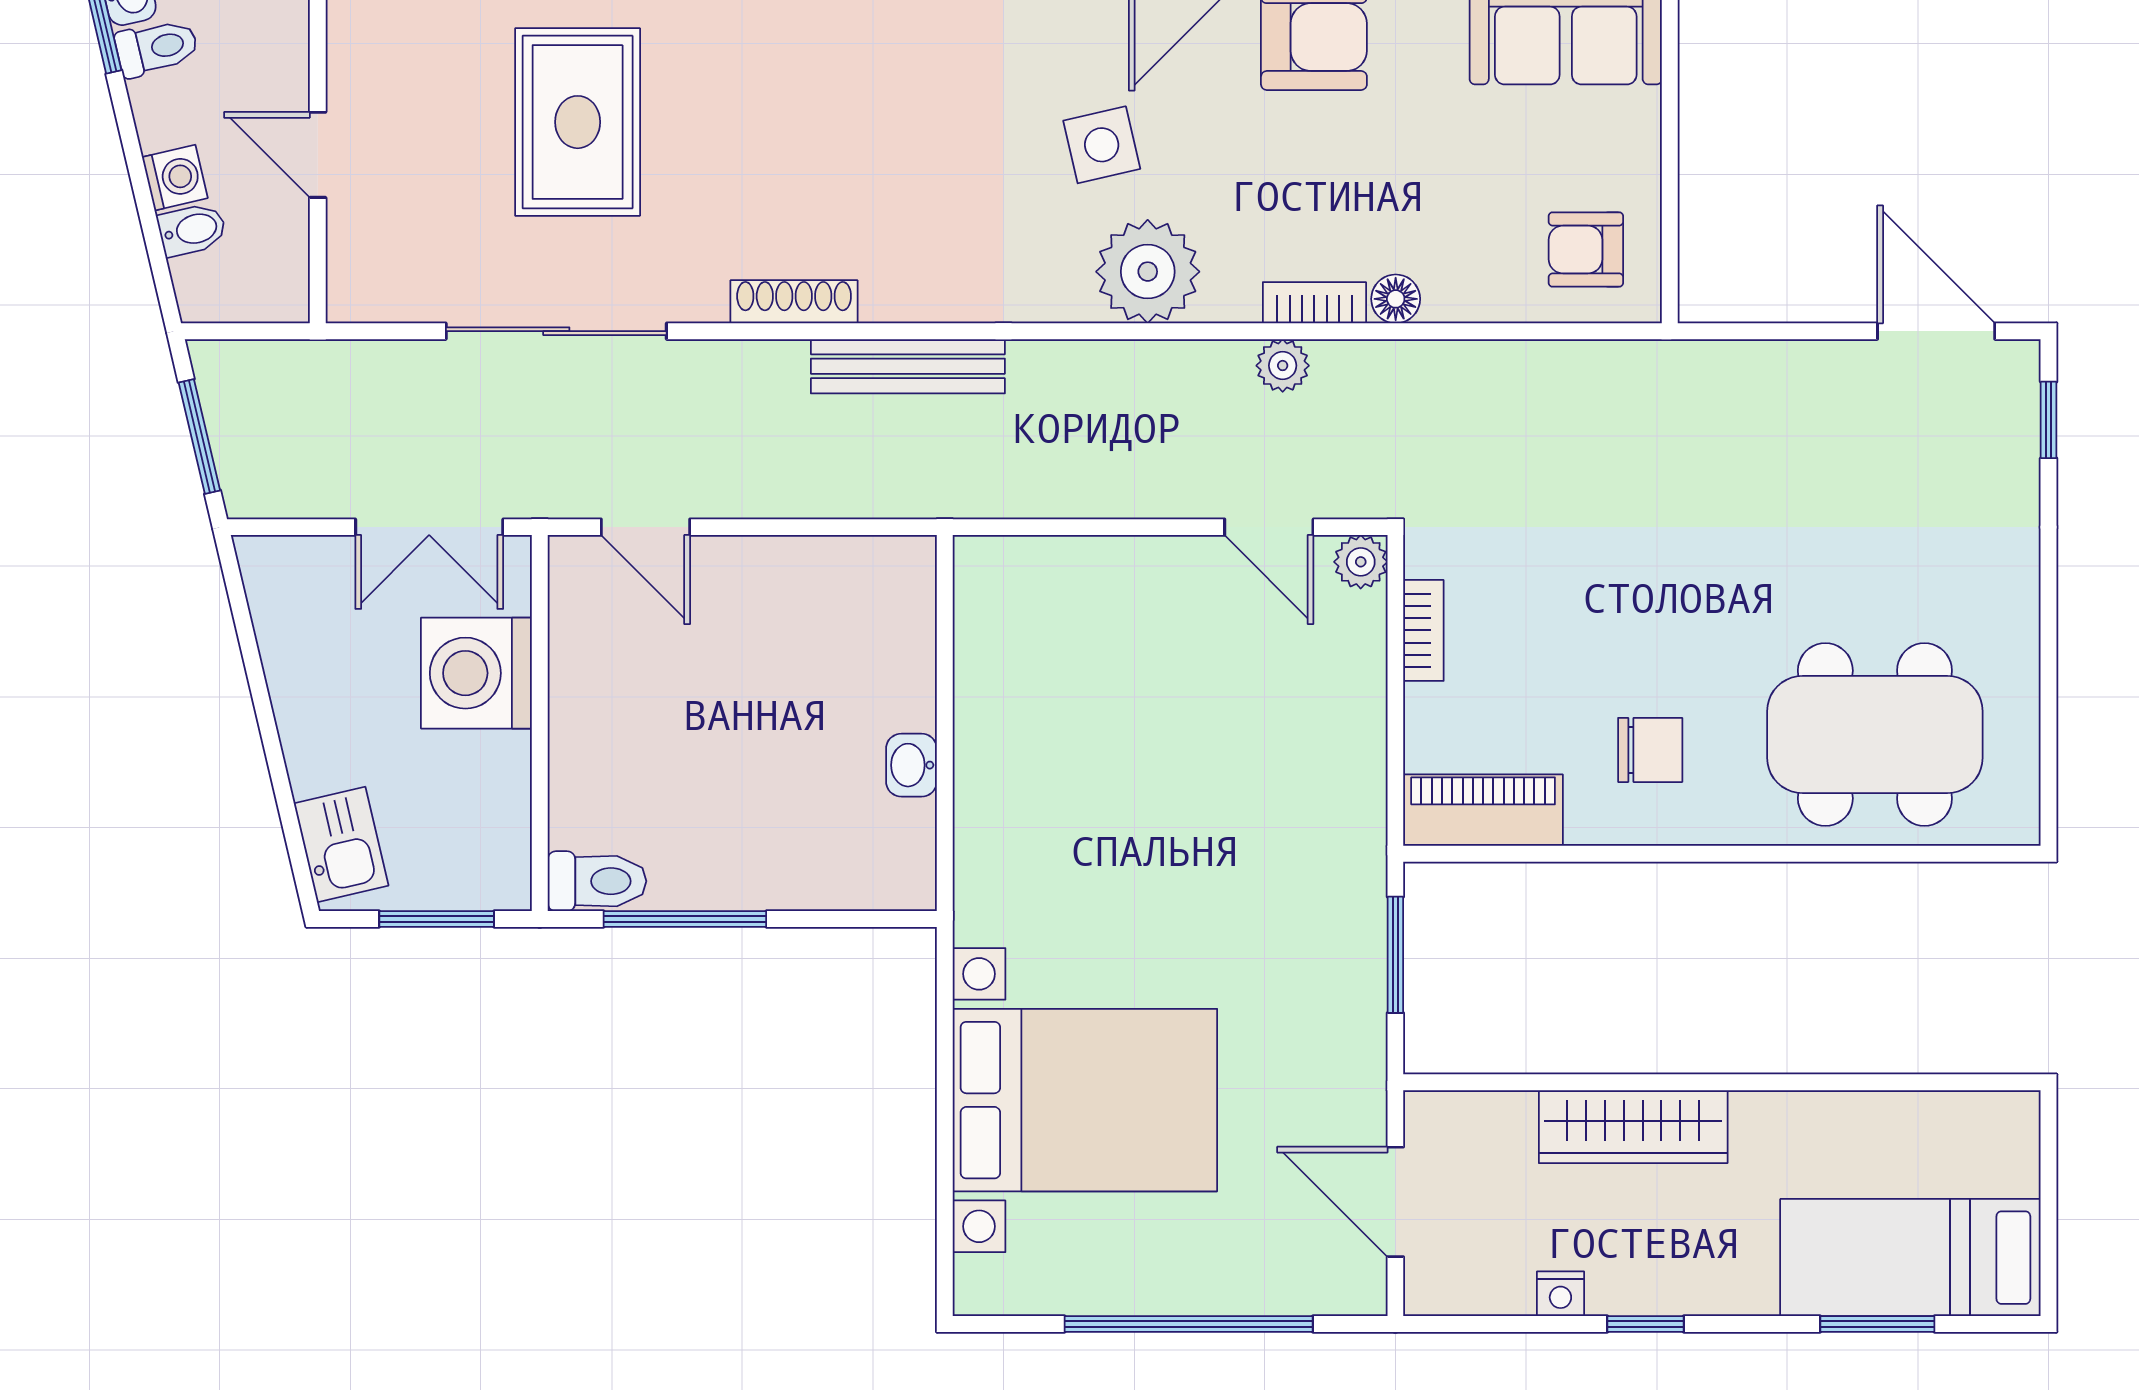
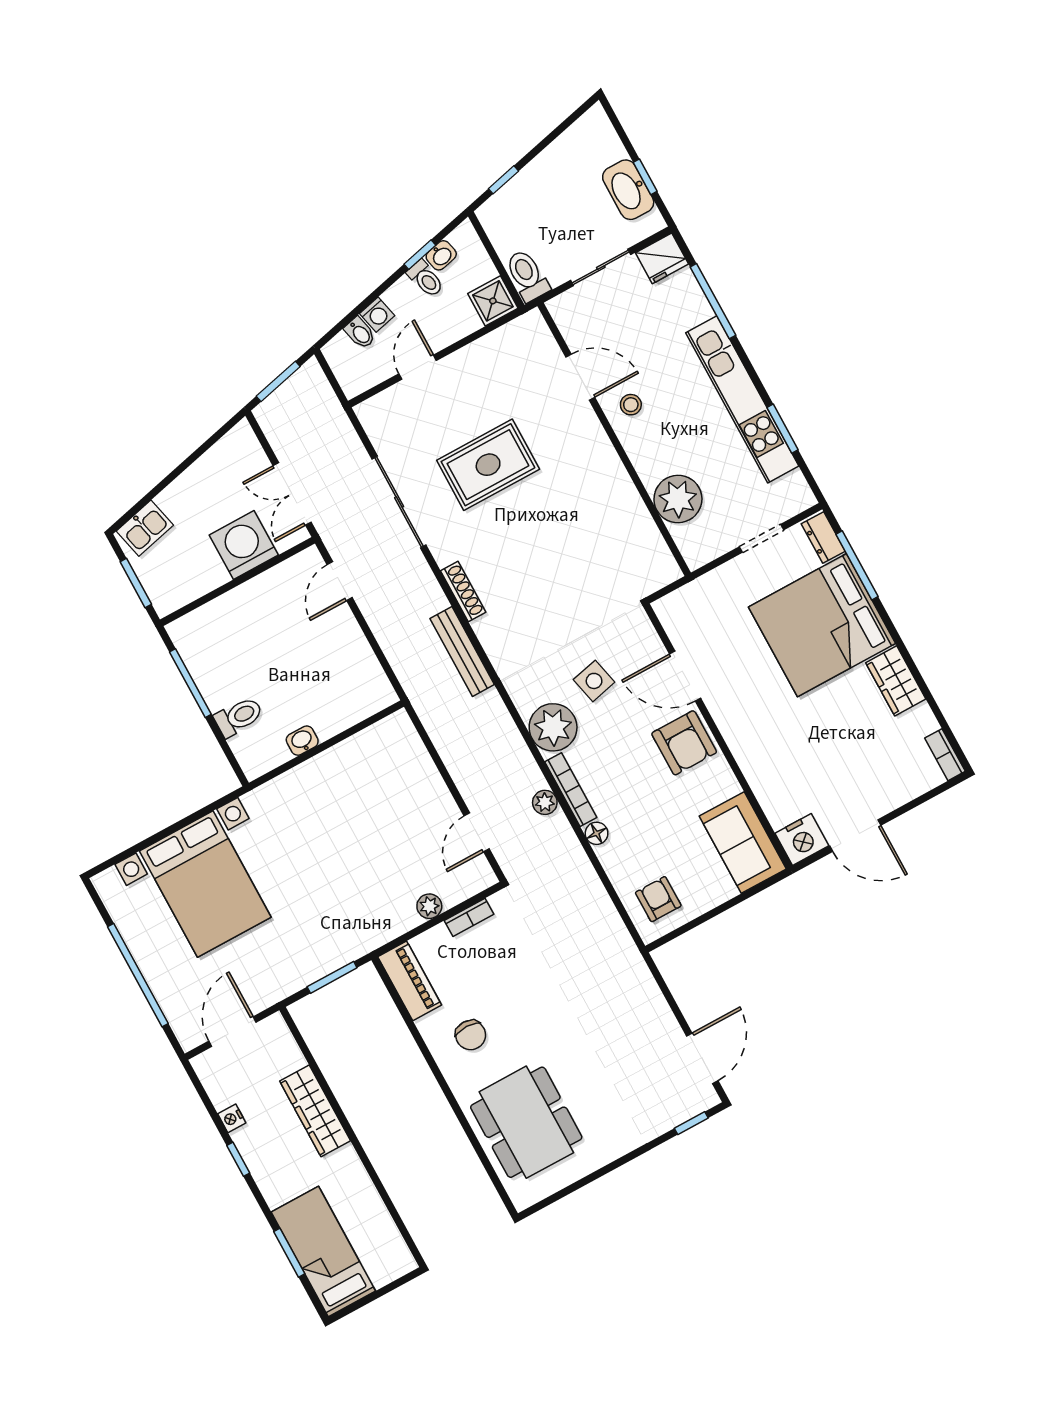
bookcase: (1314, 303) -> (571, 790), width x1.56
plant: (1361, 562) -> (429, 906), moved
toilet: (597, 881) -> (239, 717), moved, turned -90

